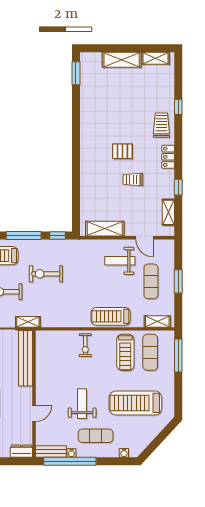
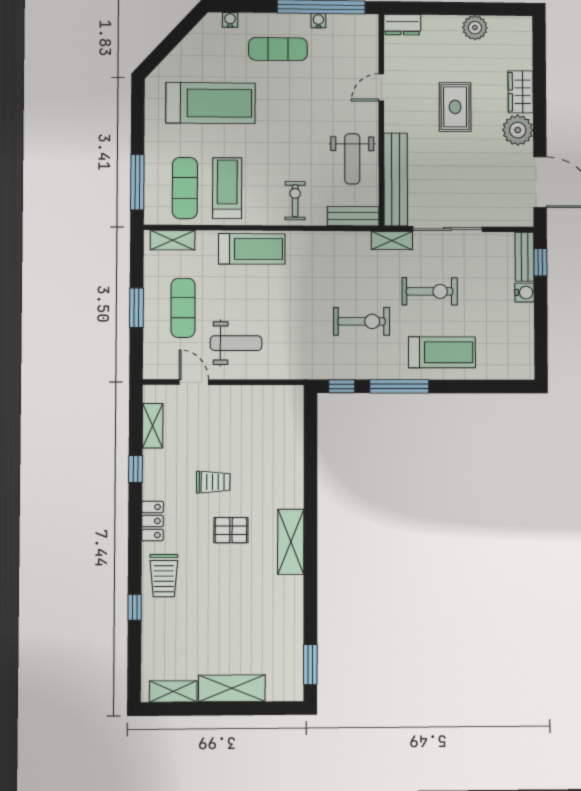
shelving: (105, 229) -> (291, 542), moved, turned 90
weight bench: (82, 404) -> (352, 159), moved
bench: (51, 452) -> (353, 216), moved

